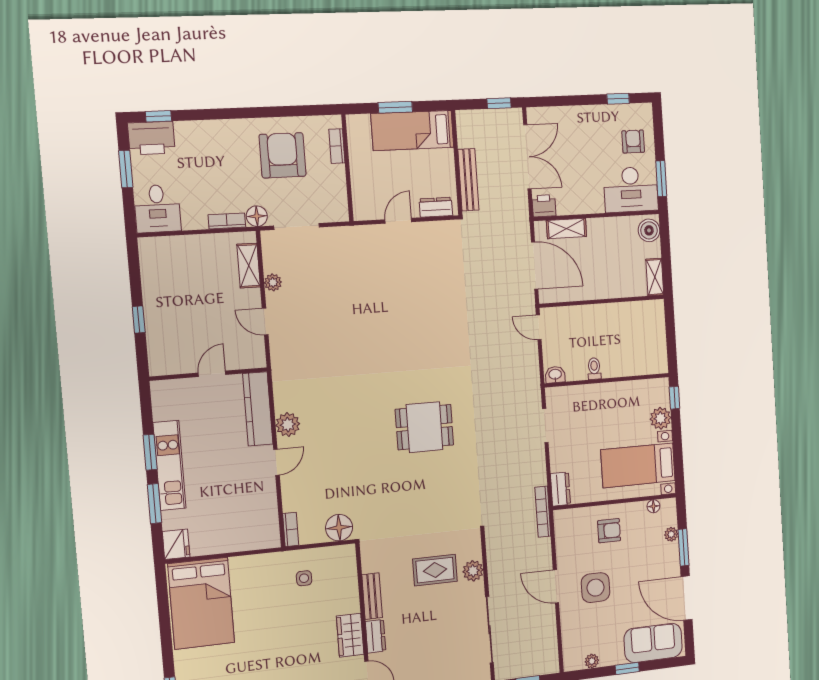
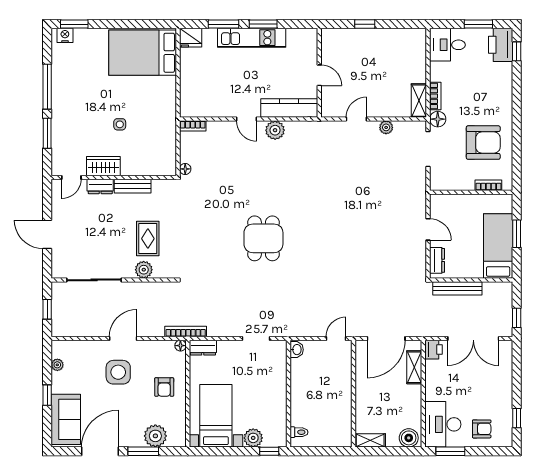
shelving: (249, 266) -> (419, 101), moved, turned 90
toilet: (594, 369) -> (299, 432), moved
floor lamp: (653, 506) -> (180, 346), moved
floor lamp: (339, 528) -> (185, 169), width x0.53, depth x0.53
plant: (671, 534) -> (155, 436), width x1.87, depth x1.87
side table: (304, 578) -> (120, 124), moved

